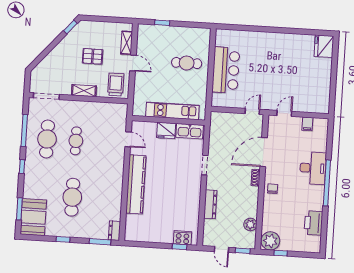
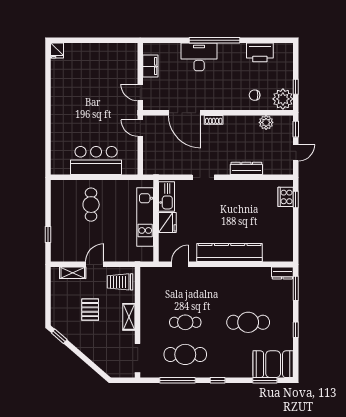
fridge: (324, 46) -> (57, 50), width x0.53, depth x0.75
filing cabinet: (307, 124) -> (150, 66), width x2.00
chair: (273, 189) -> (255, 95), moved

